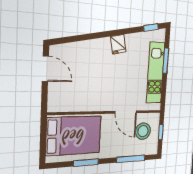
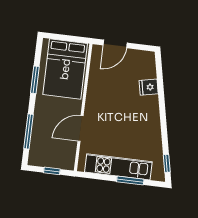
fridge: (118, 44) -> (149, 87), moved
door: (45, 69) -> (115, 44), moved
stool: (143, 131) -> (57, 148), removed

